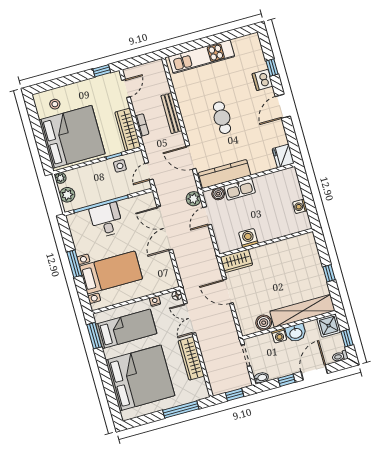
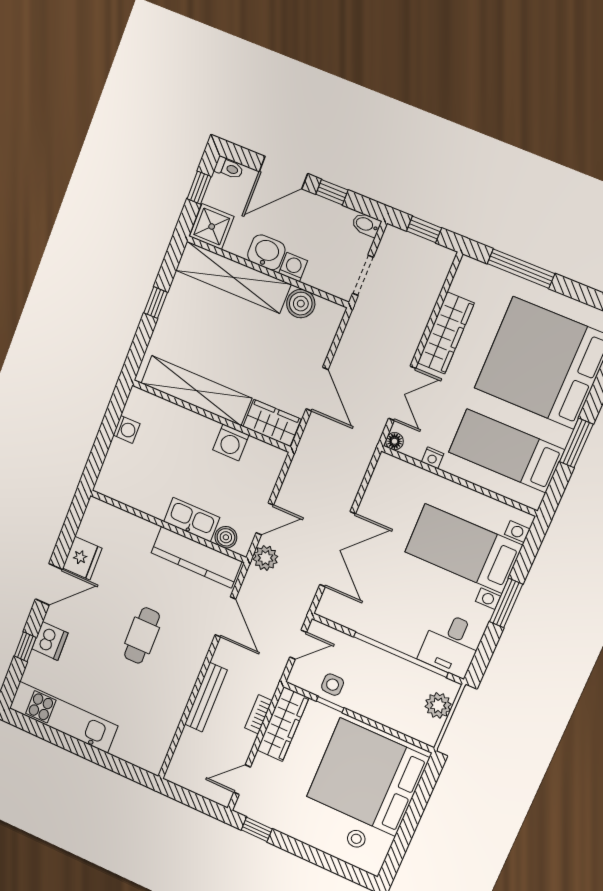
kitchen unit: (202, 57) -> (63, 717), moved
fridge: (283, 156) -> (82, 558), moved
plant: (61, 178) -> (429, 736), removed
desk: (106, 220) -> (451, 644), moved
shelving: (281, 249) -> (196, 391), added
window: (94, 336) -> (576, 443), moved

